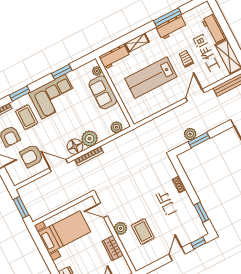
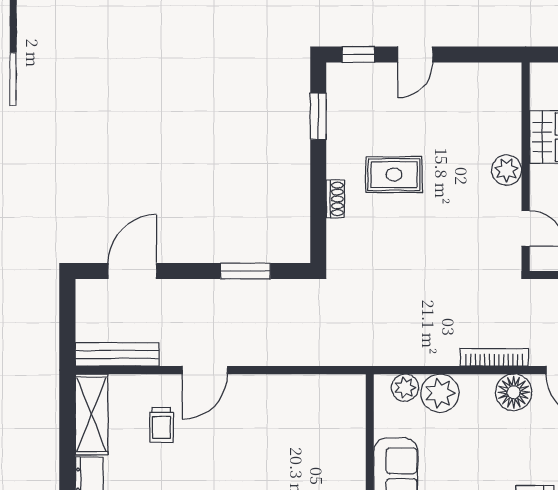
trolley: (186, 59) -> (161, 425), moved
lab bench: (151, 78) -> (279, 455), removed
plant: (190, 134) -> (257, 293), removed
plant: (90, 139) -> (440, 393), moved
rug: (143, 232) -> (394, 175), moved, turned 90

